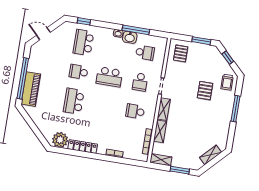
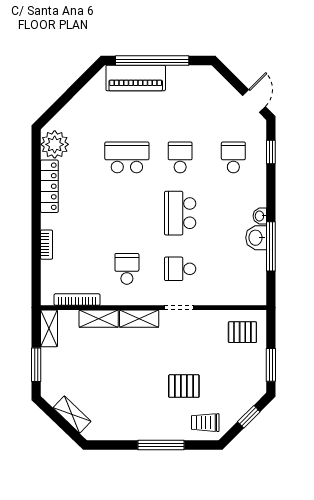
door: (43, 34) -> (254, 101), moved
school desk: (83, 42) -> (233, 157), width x0.54
school desk: (145, 53) -> (233, 269), removed

